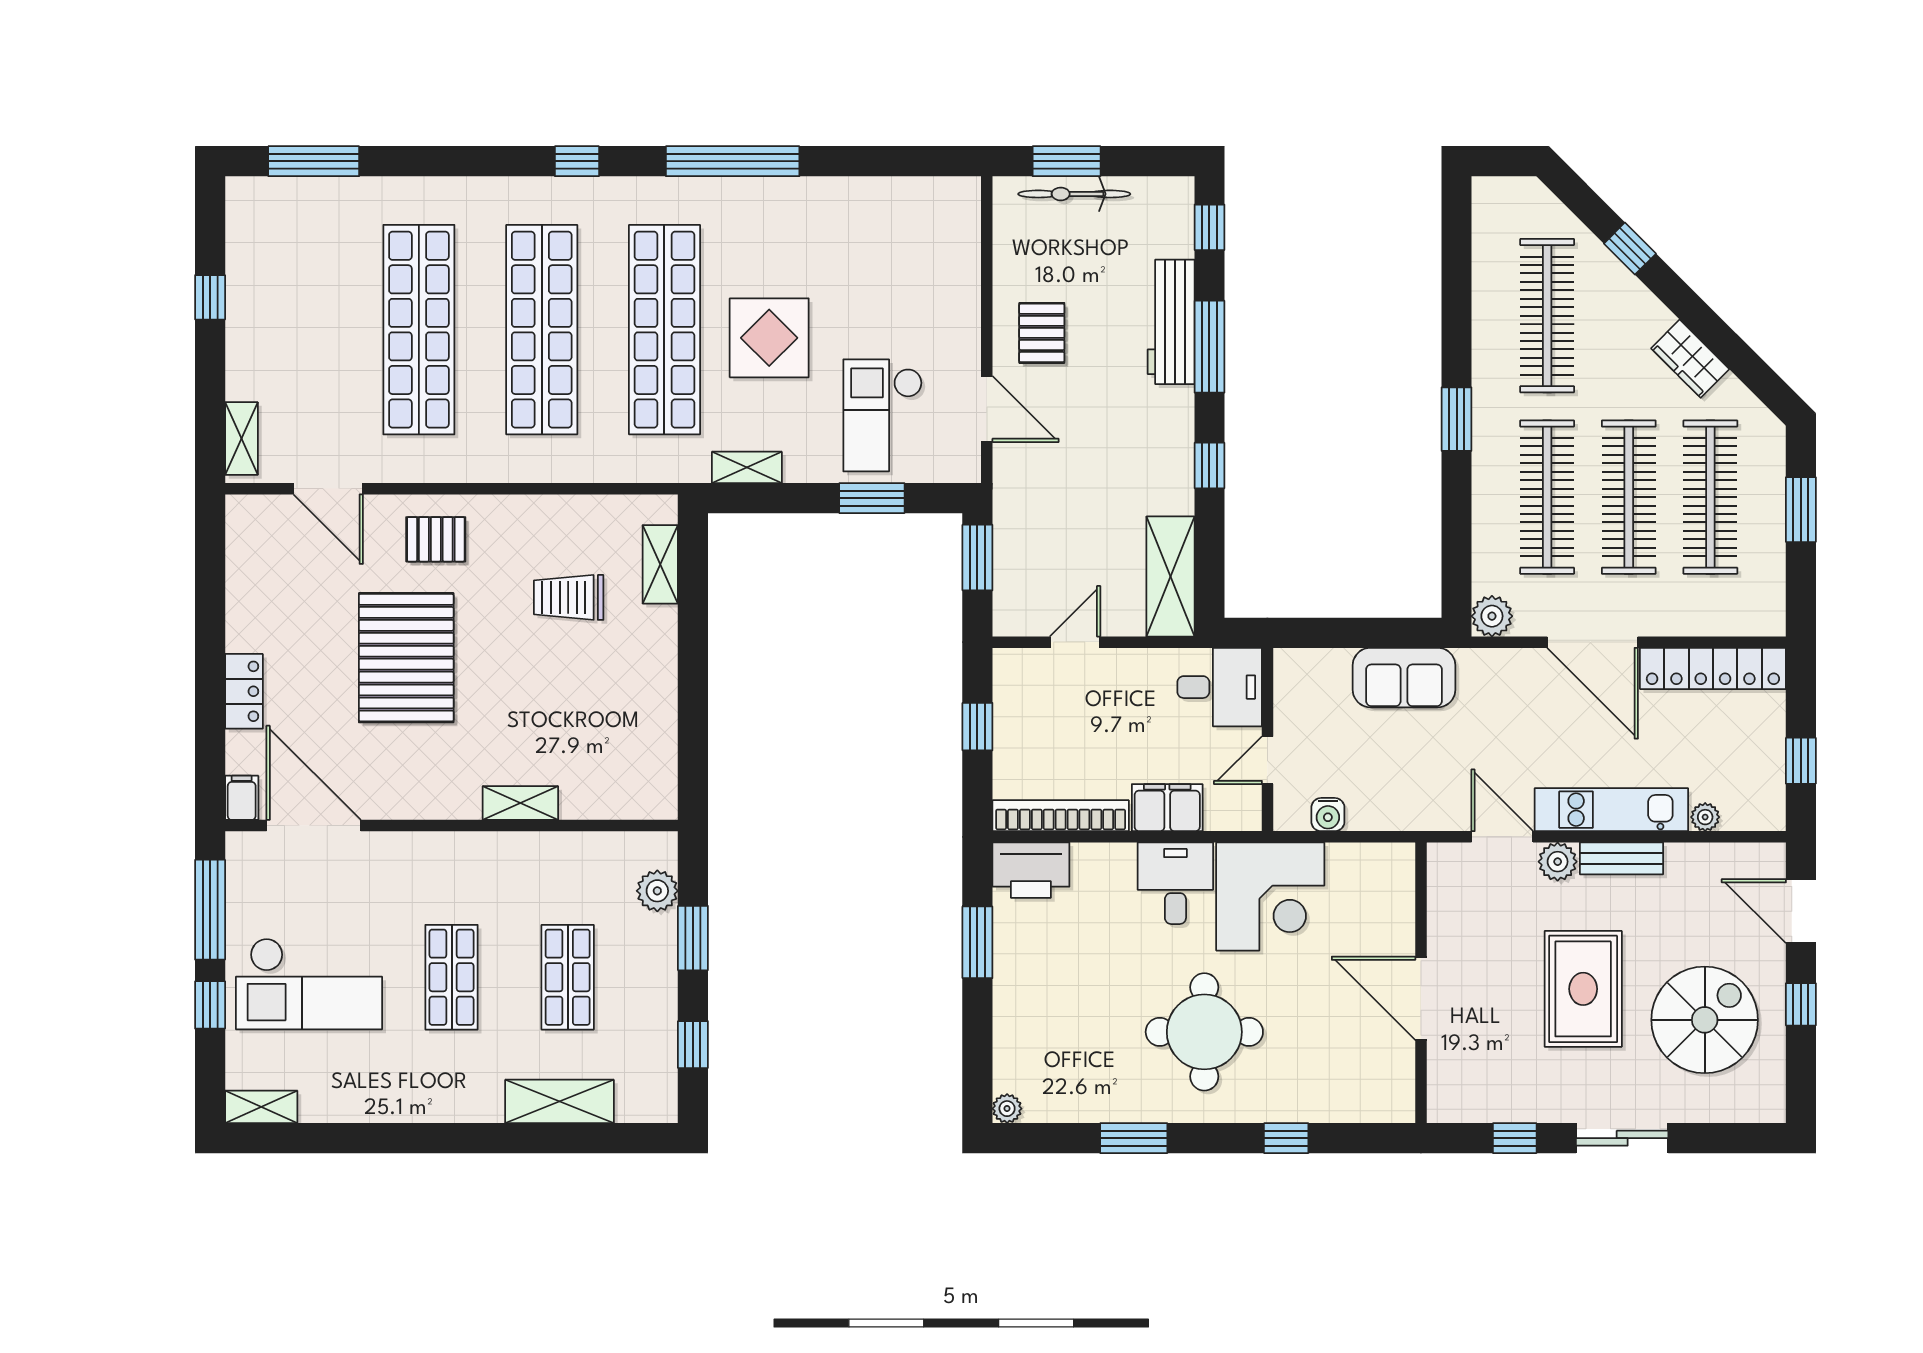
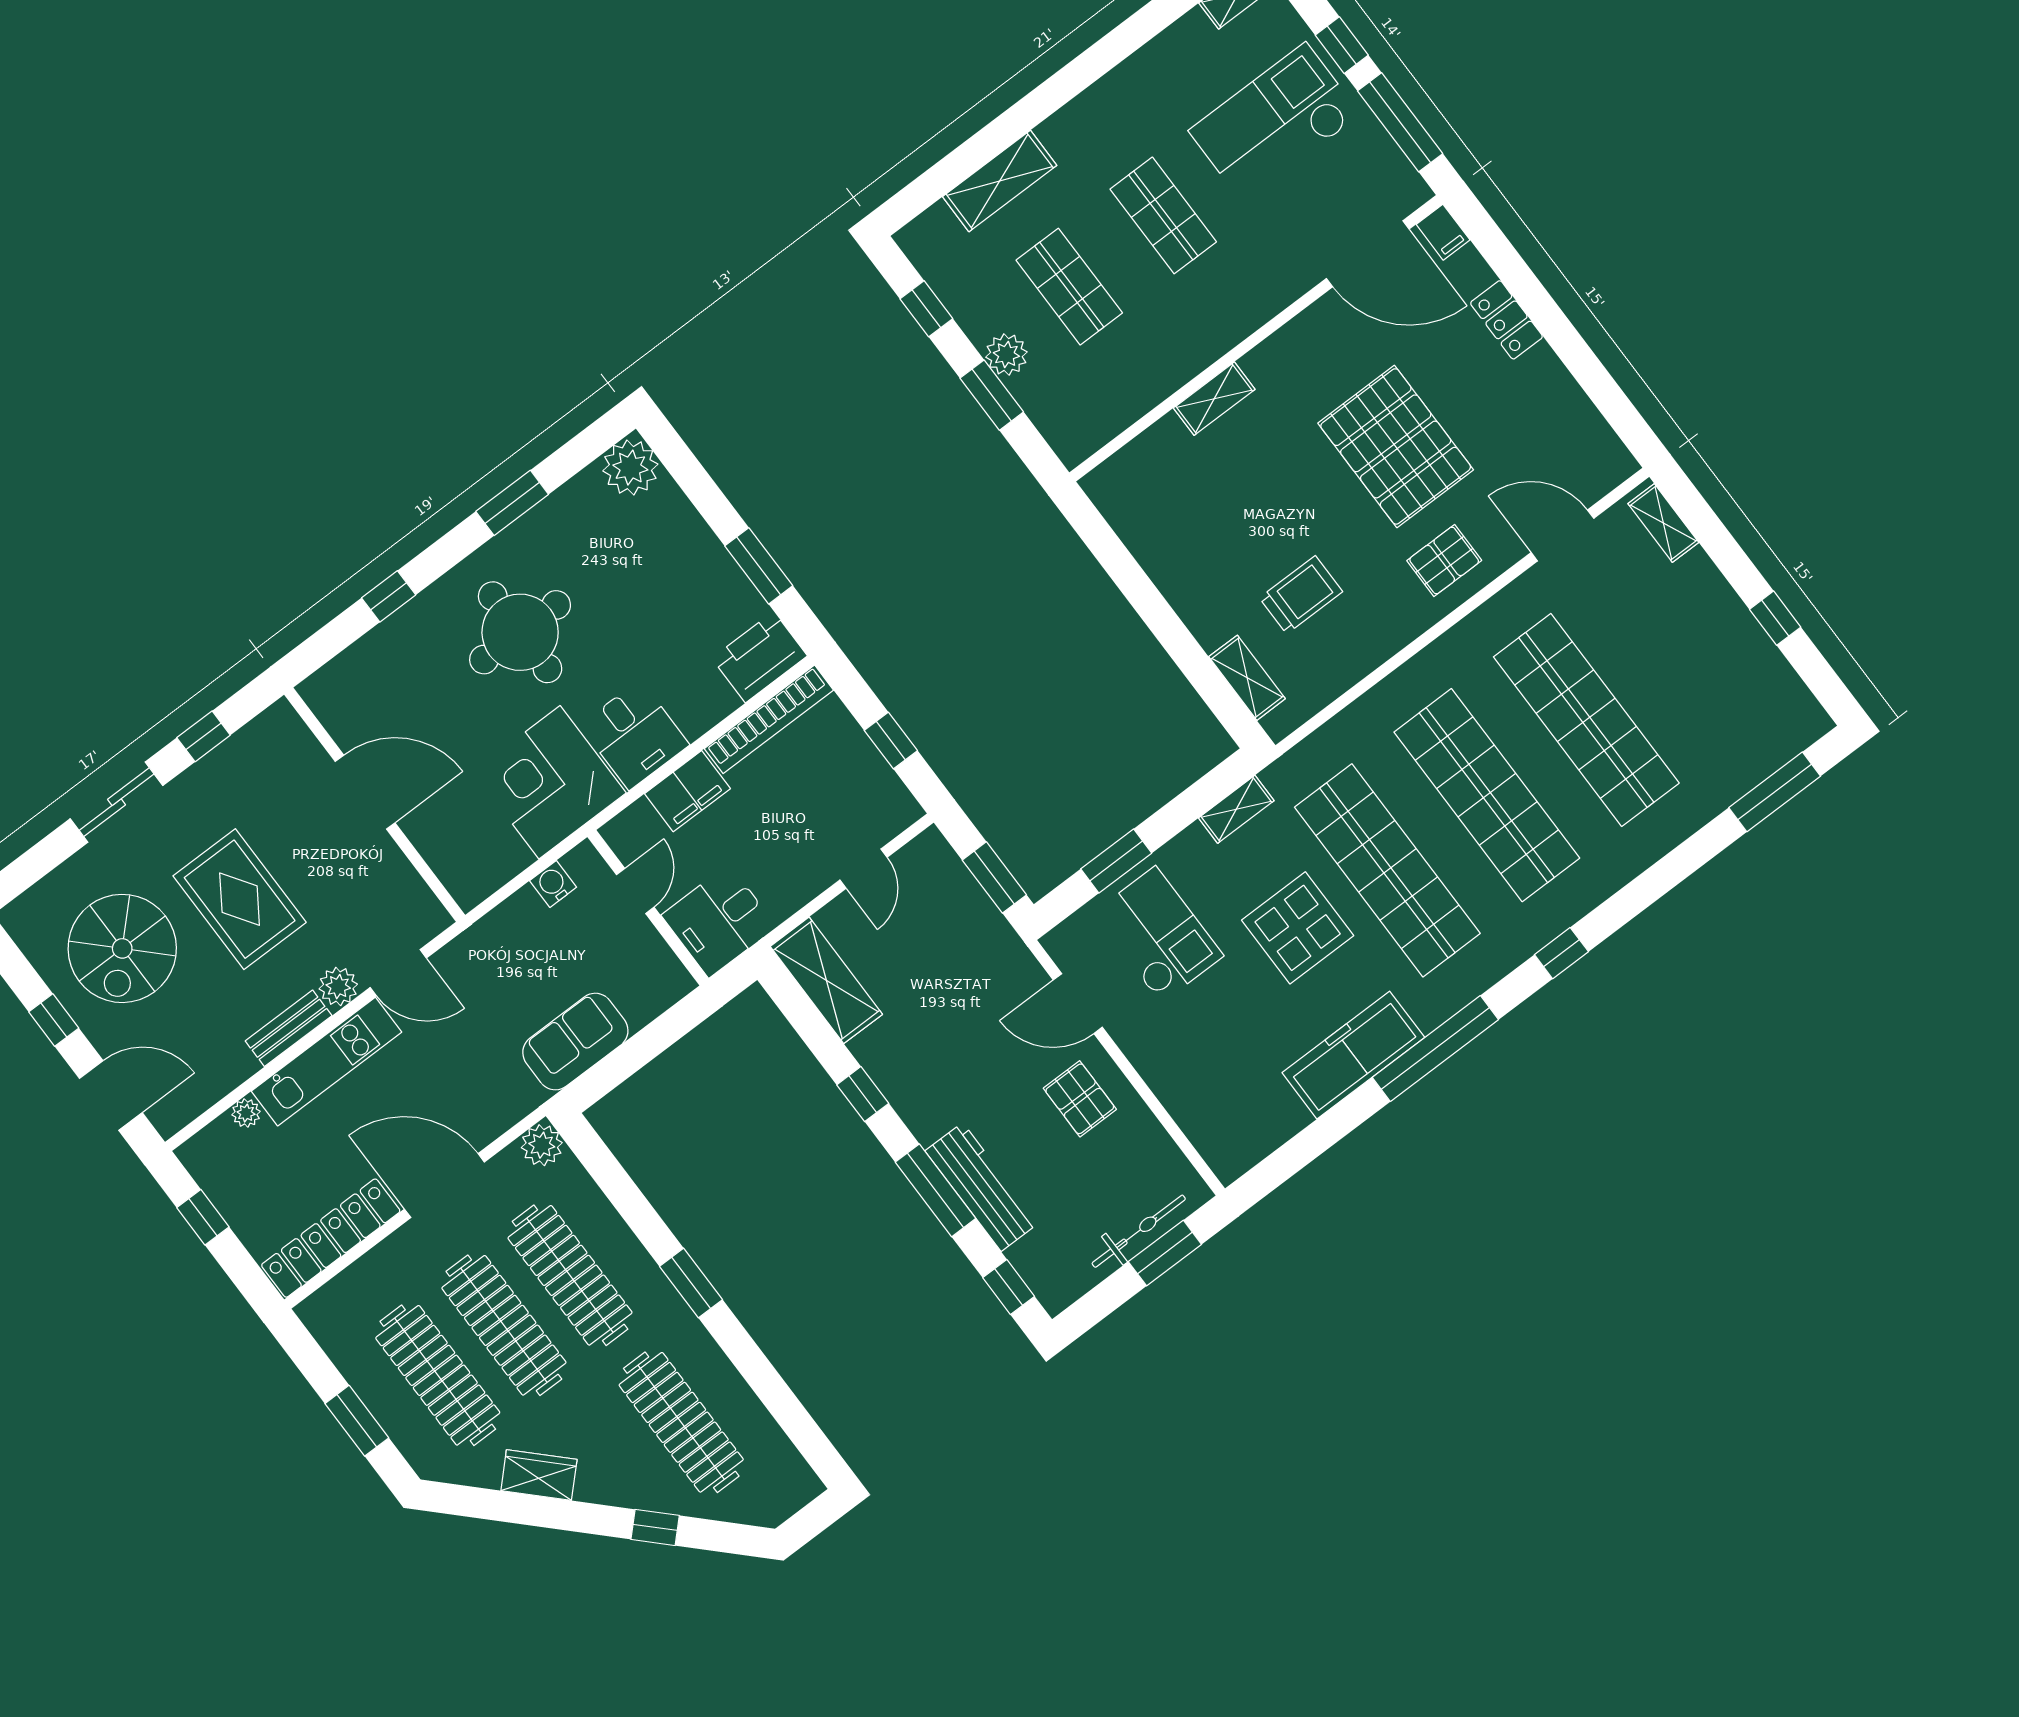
freezer: (801, 205) -> (1353, 1055), added
plant: (657, 891) -> (1006, 355), moved
plant: (1007, 1109) -> (630, 468), width x1.88, depth x1.88

